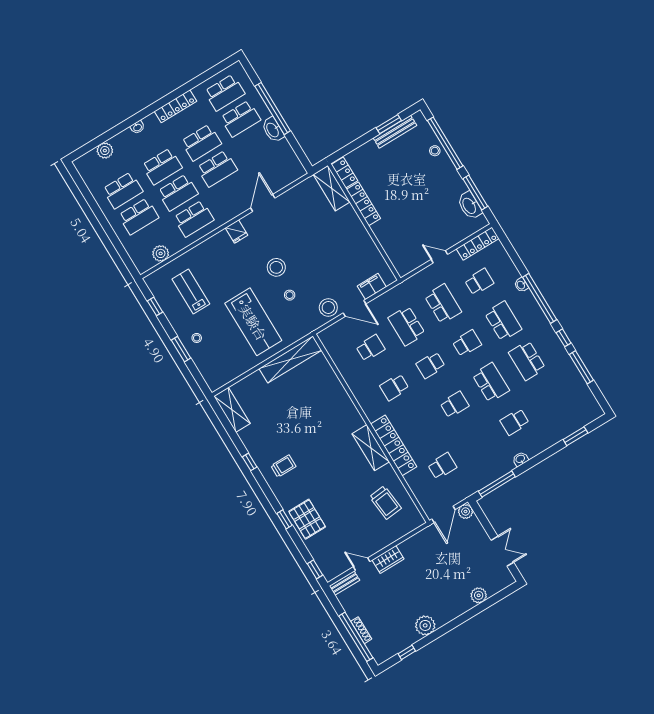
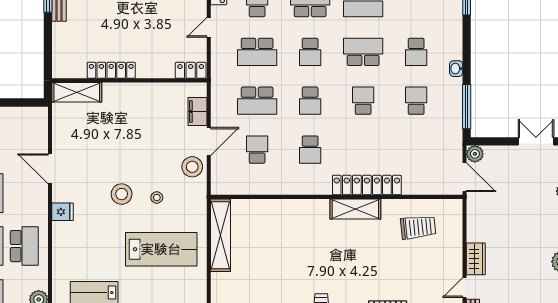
locker: (344, 173) -> (191, 70), moved
school desk: (443, 304) -> (257, 52), turned 180
school desk: (467, 343) -> (310, 52), turned 180
school desk: (442, 466) -> (416, 101), moved

